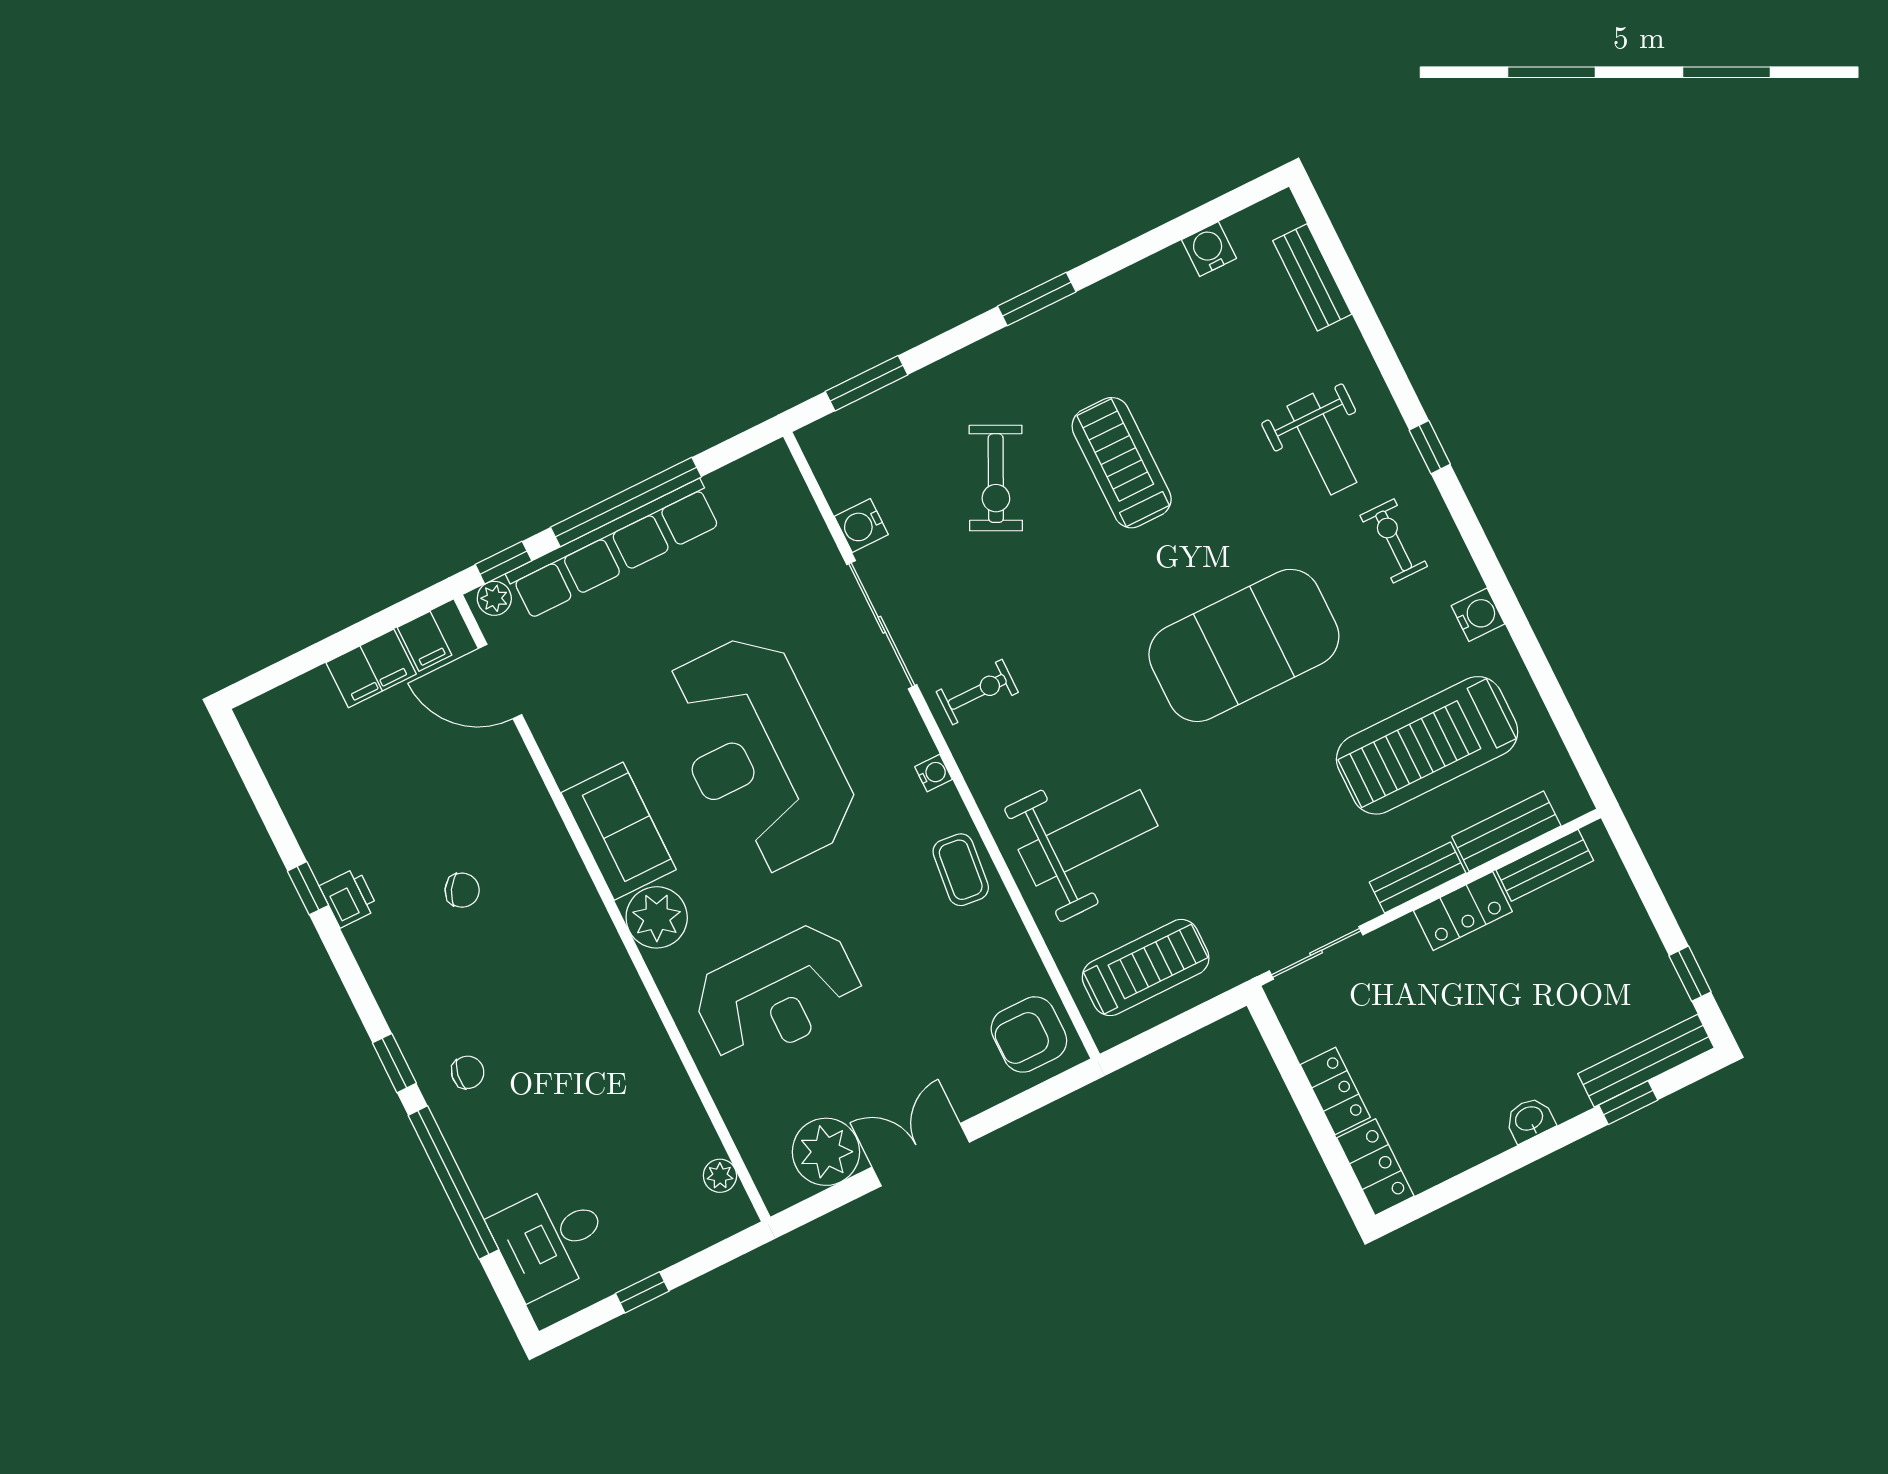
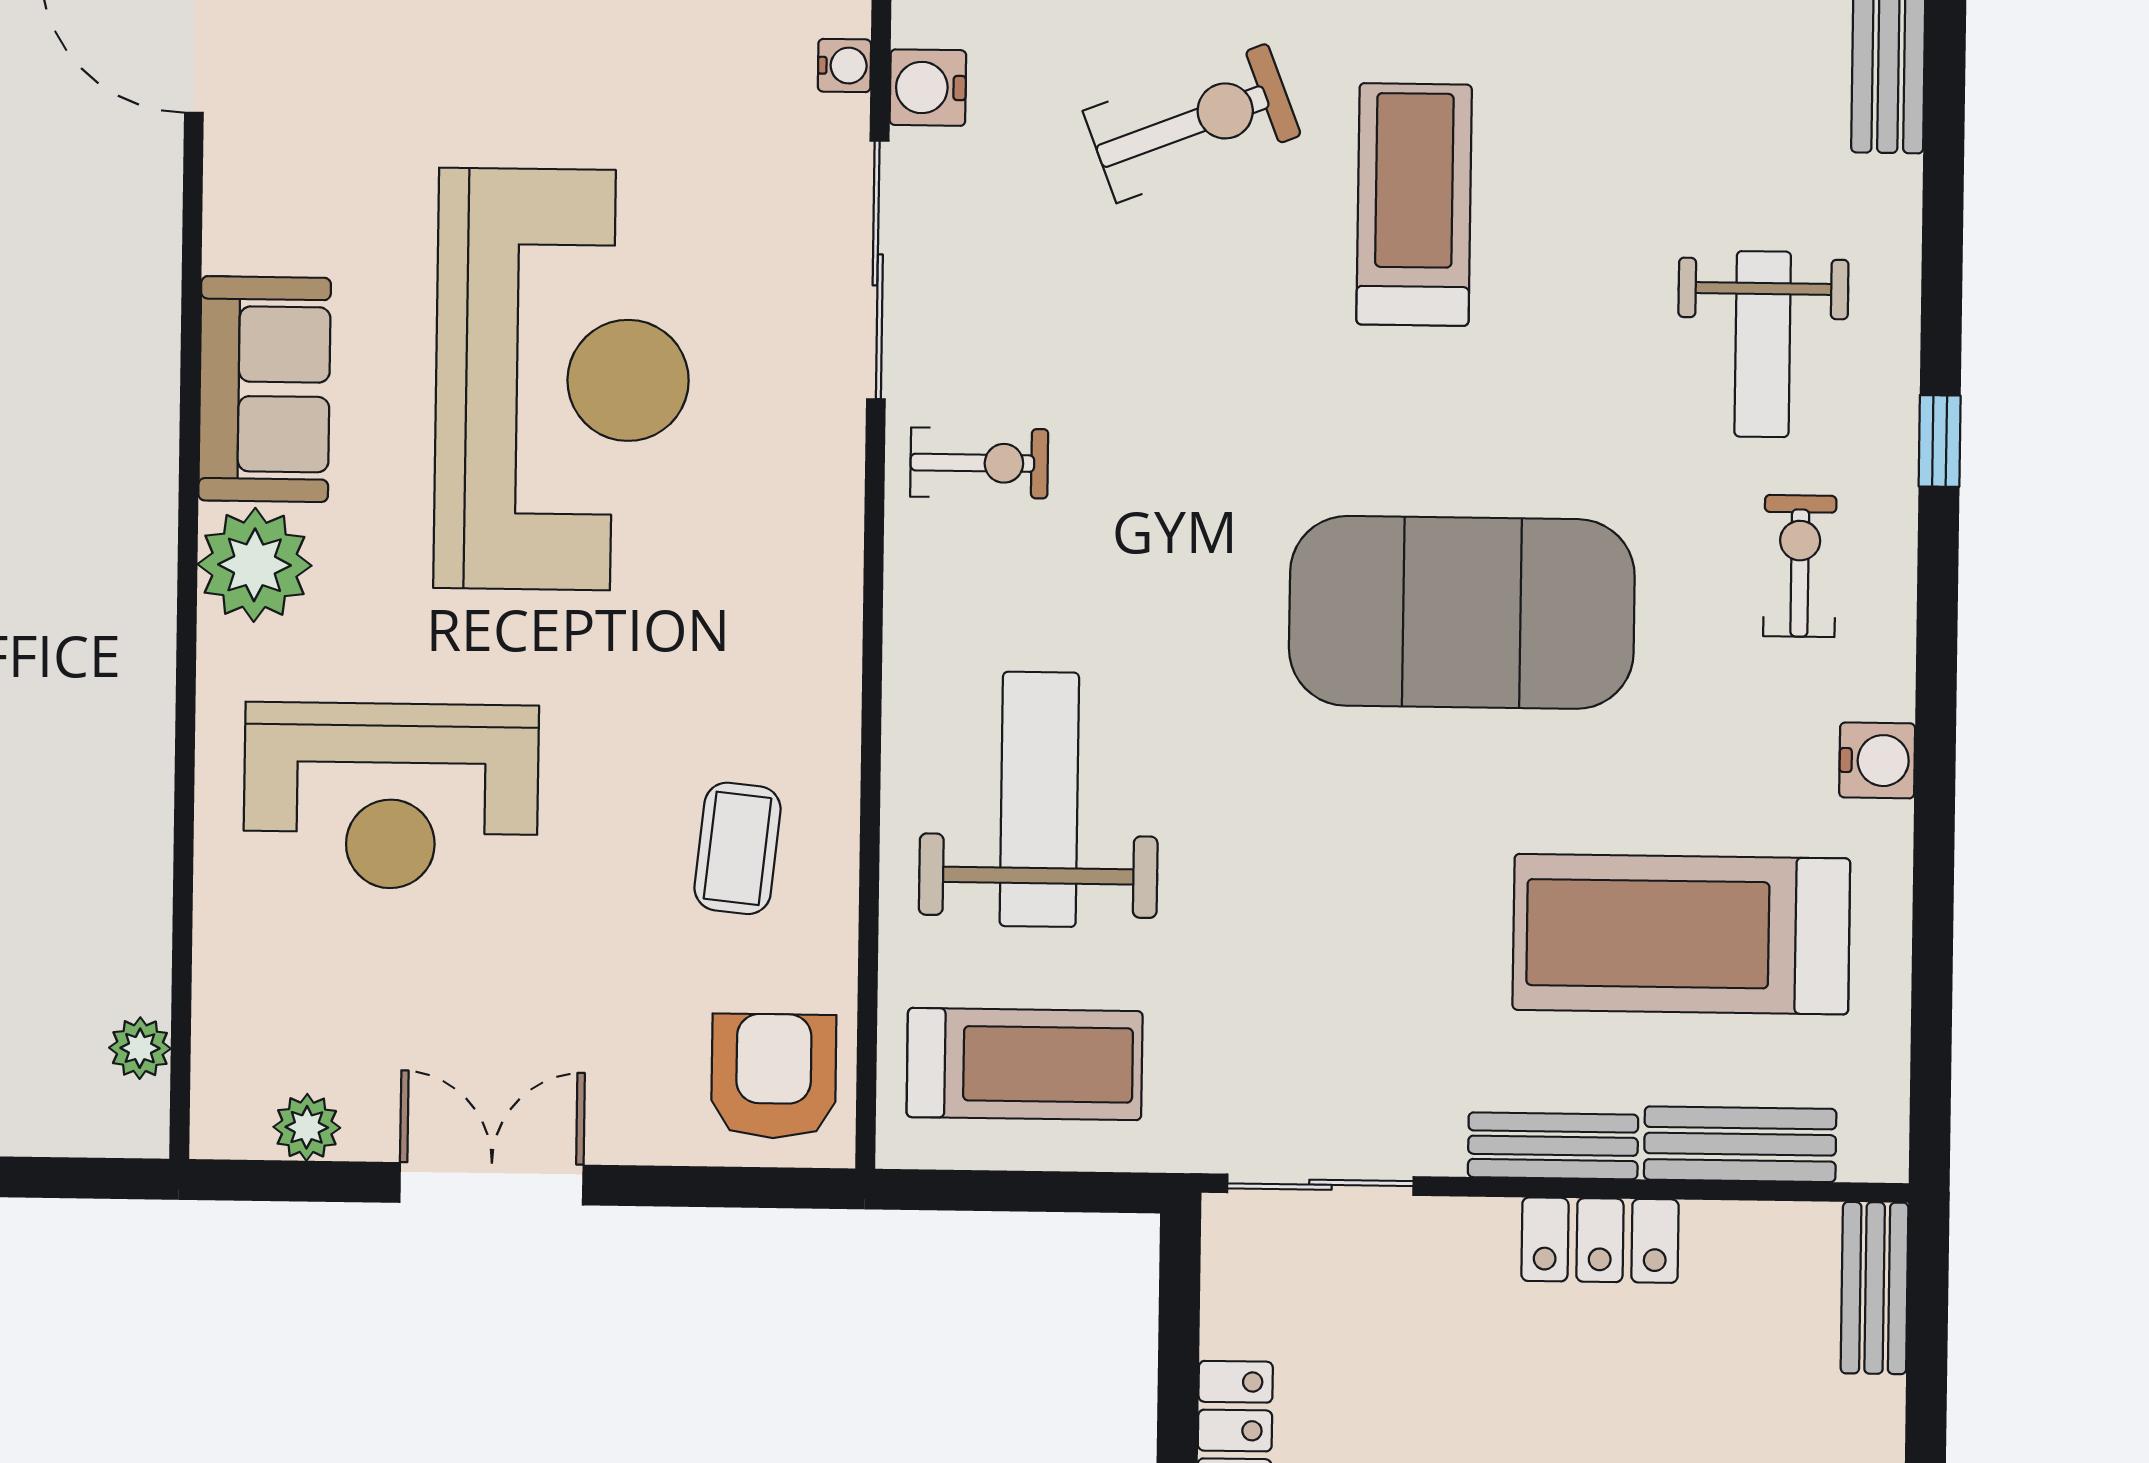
exercise bike: (996, 478) -> (1192, 123), turned -137
reception desk: (758, 754) -> (562, 379), turned 180
water cooler: (934, 773) -> (844, 66), moved
weight bench: (1088, 838) -> (1039, 799), turned -90
bench: (1545, 865) -> (1875, 1288), moved, turned 90
coffee table: (961, 870) -> (738, 848), moved
armchair: (1029, 1034) -> (774, 1076), turned 90
plant: (826, 1152) -> (307, 1127), width x0.53, depth x0.53

